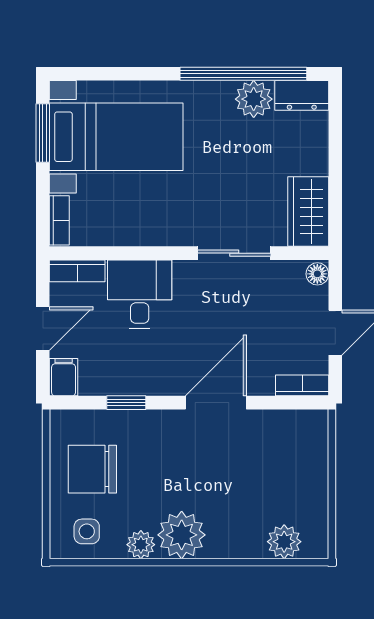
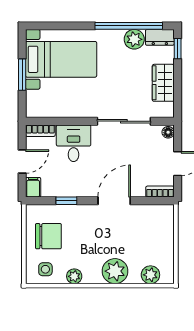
window: (335, 116) -> (178, 49), added
window: (43, 133) -> (22, 75), moved
wardrobe: (308, 212) -> (163, 83), moved
bookcase: (59, 220) -> (31, 104), removed
sliding door: (234, 253) -> (124, 121), width x1.37
chair: (92, 469) -> (48, 236), turned 180
plant: (182, 535) -> (115, 271), moved

